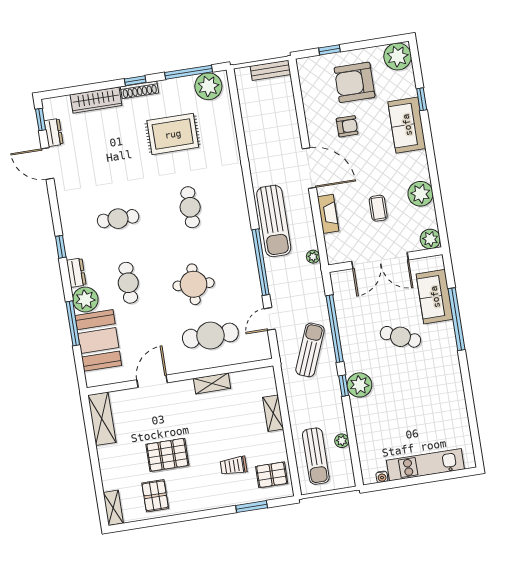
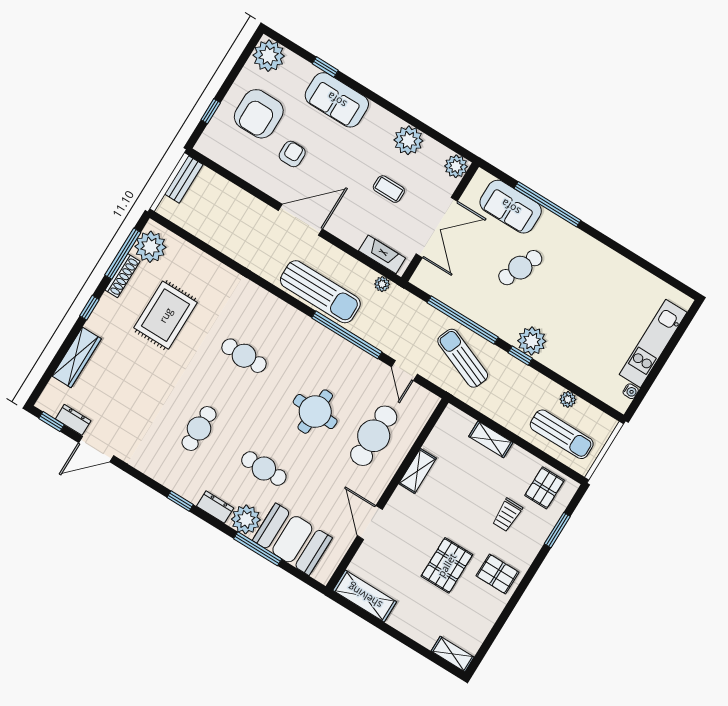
shoe rack: (139, 90) -> (123, 276), moved
fireplace: (328, 214) -> (382, 254), moved
pallet: (155, 496) -> (497, 574), moved

